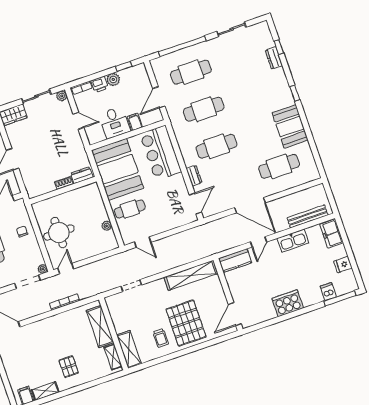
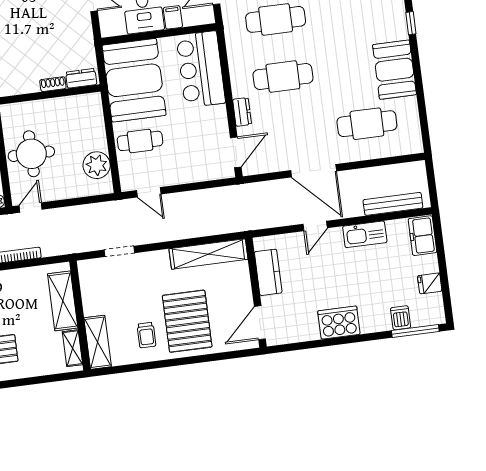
plant: (107, 226) -> (97, 165), width x1.87, depth x1.87
kitchen counter: (235, 261) -> (268, 272), moved, turned -90

